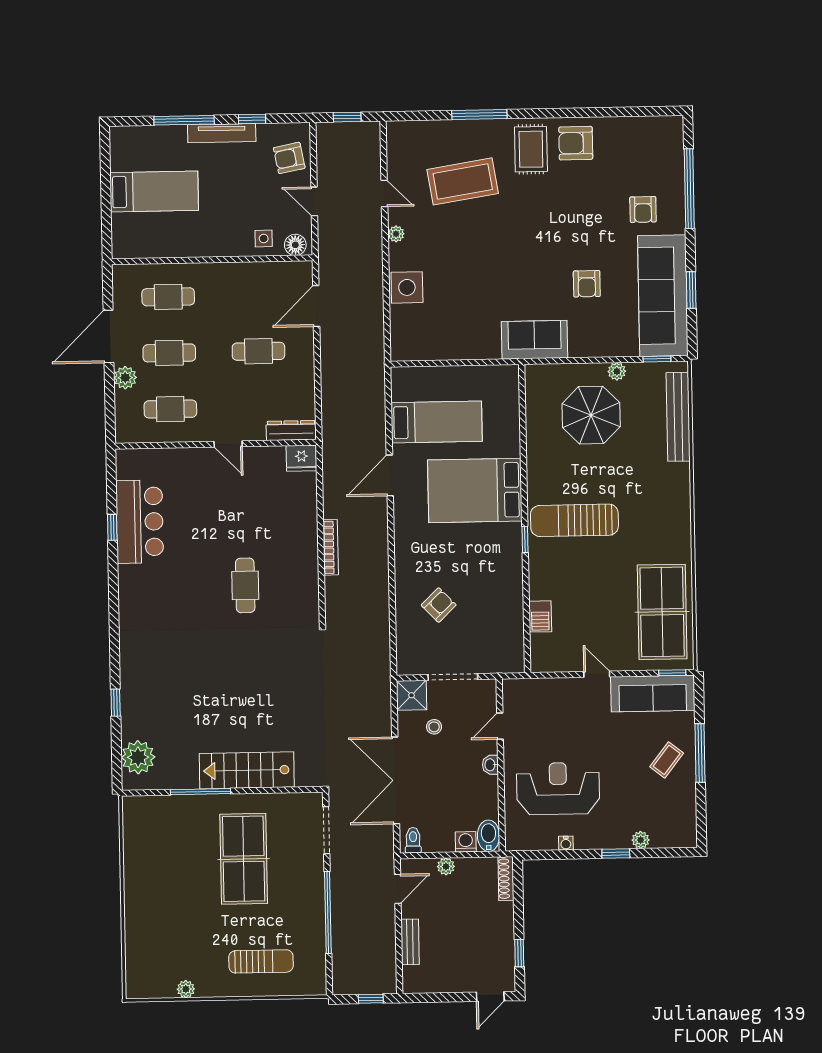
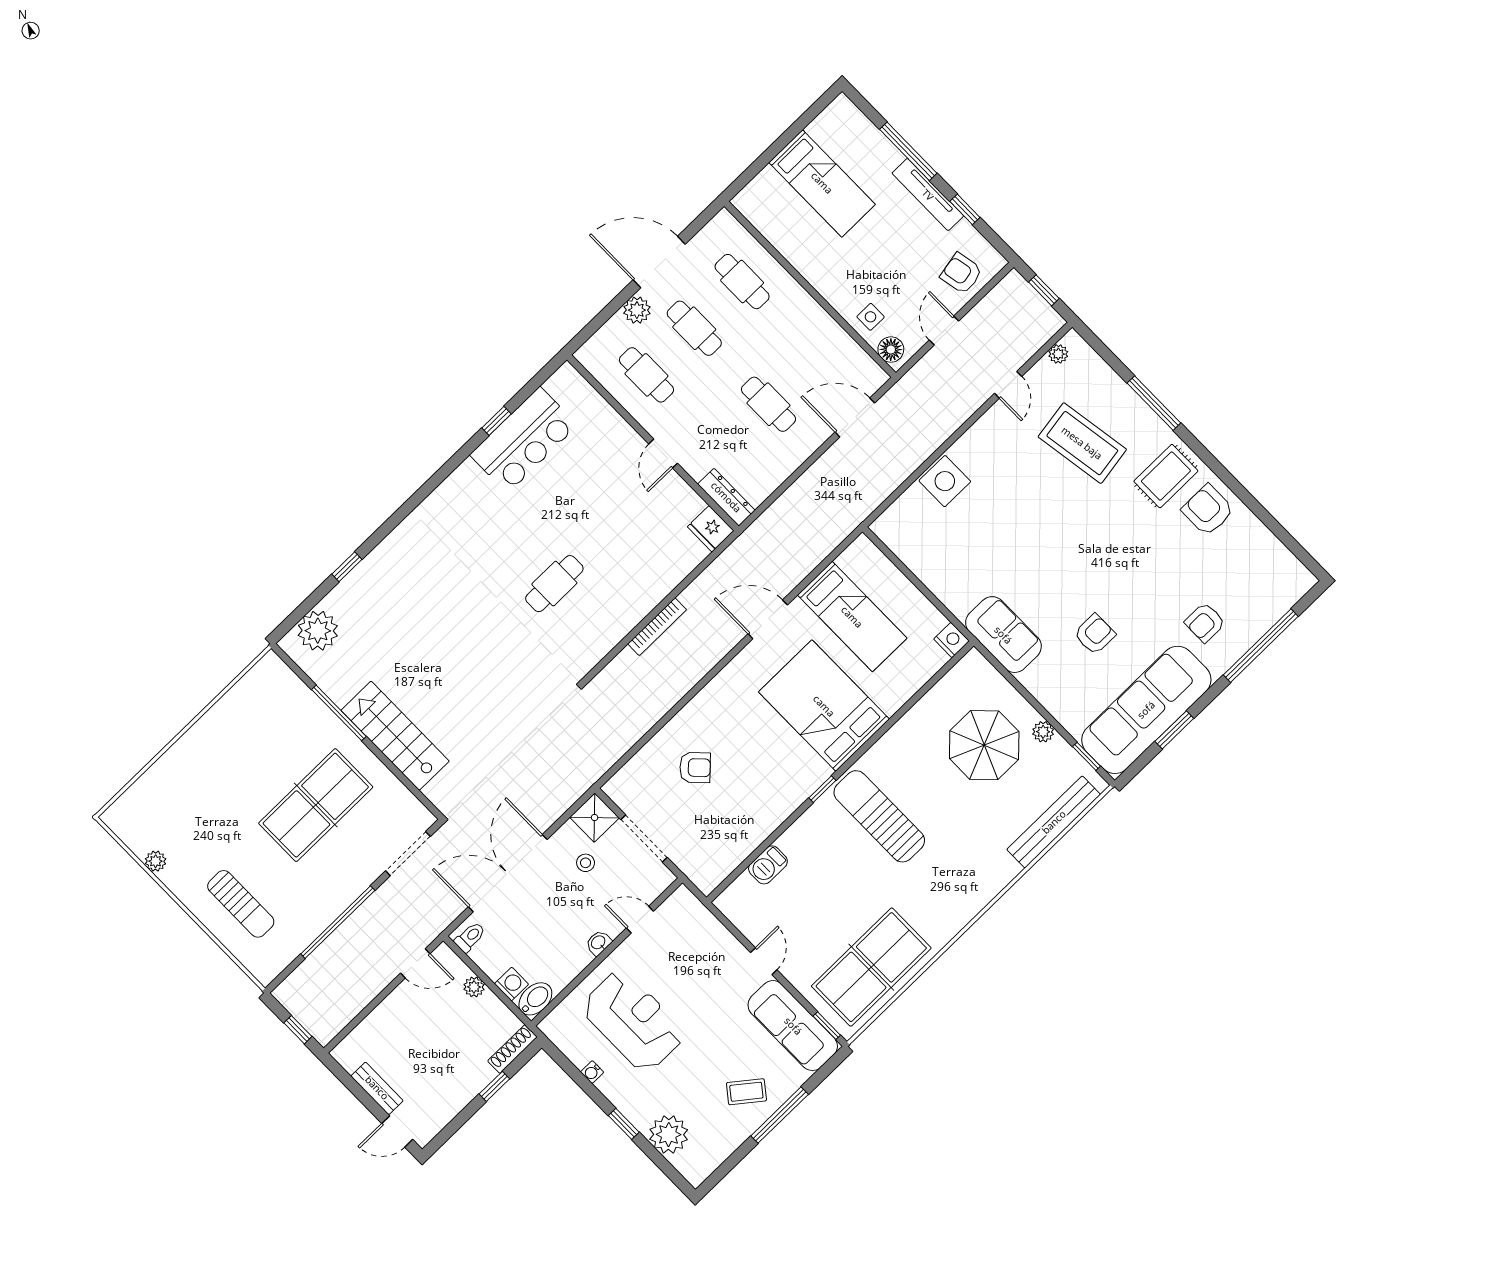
plant: (396, 234) -> (1058, 354), moved
armchair: (587, 284) -> (1095, 634), turned 180
nightstand: (508, 375) -> (952, 640), added
plant: (641, 840) -> (669, 1135), width x1.88, depth x1.88
bench: (410, 942) -> (377, 1088), moved, turned 90
window: (519, 953) -> (494, 1086), moved

